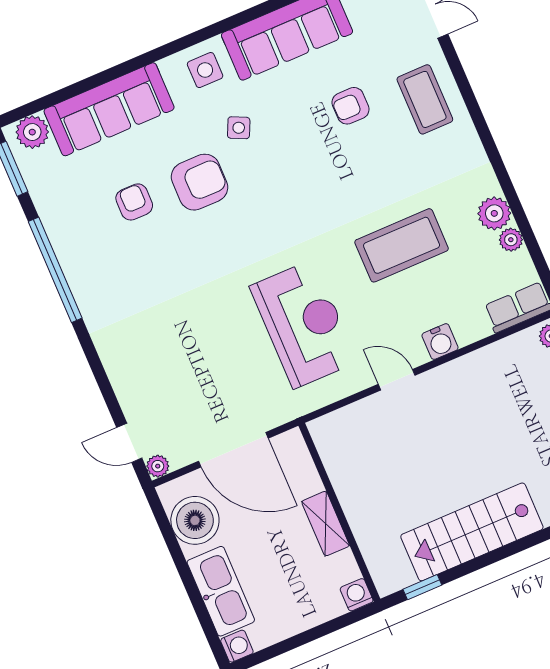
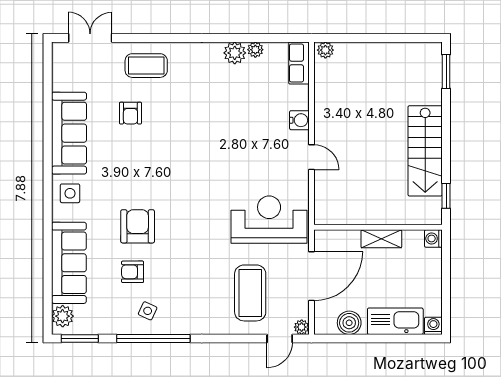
side table: (239, 128) -> (148, 311), moved
coffee table: (402, 245) -> (250, 293), moved
reception desk: (303, 324) -> (269, 220), moved
door: (397, 380) -> (311, 157), swing flipped
boiler: (195, 520) -> (349, 323), width x0.73, depth x0.73

